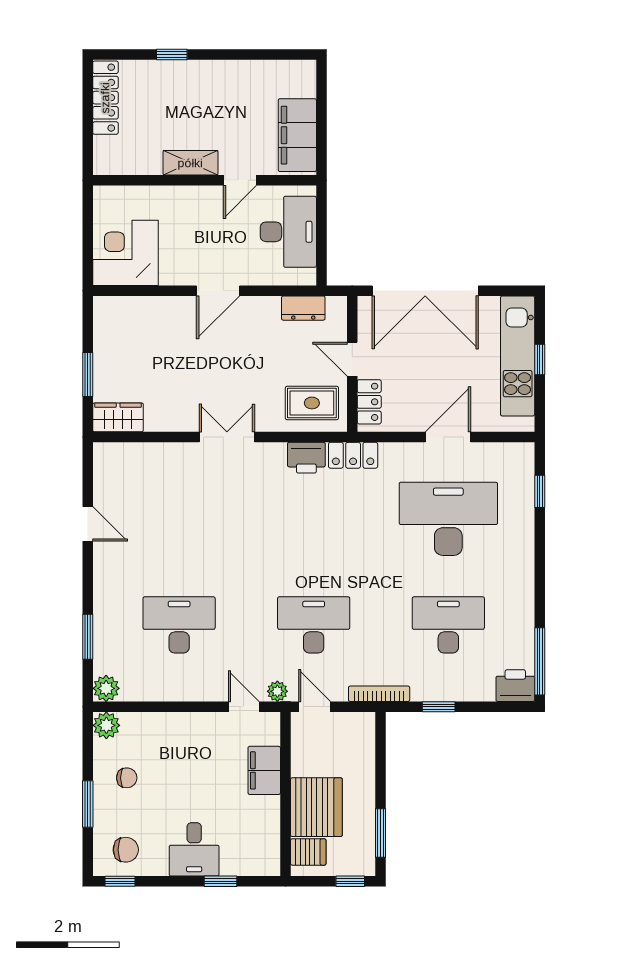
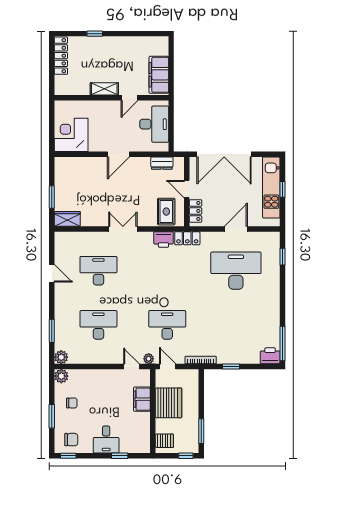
rug: (312, 403) -> (166, 212), turned 90
desk: (448, 625) -> (98, 271), moved
server rack: (316, 807) -> (169, 403), moved

